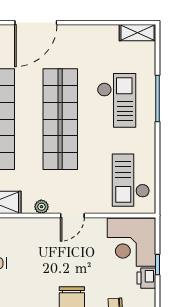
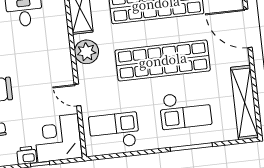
shelving: (138, 33) -> (245, 103), width x2.20, depth x1.33
plant: (41, 207) -> (86, 52), width x1.88, depth x1.88
door: (72, 216) -> (78, 95), moved

